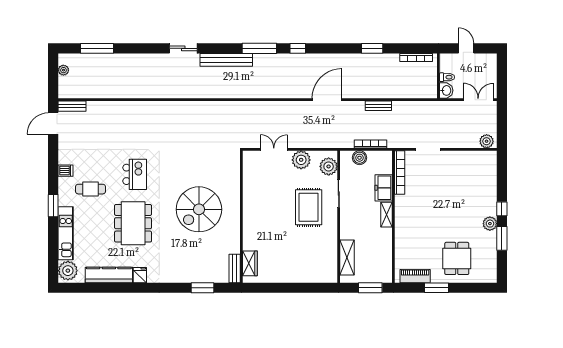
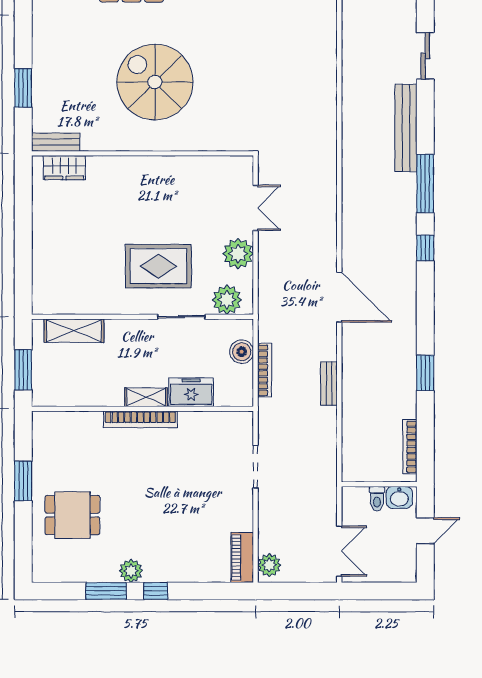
washbasin: (446, 90) -> (399, 497), moved
bookcase: (400, 173) -> (140, 419), moved
piano: (415, 276) -> (242, 557), moved, turned 180

